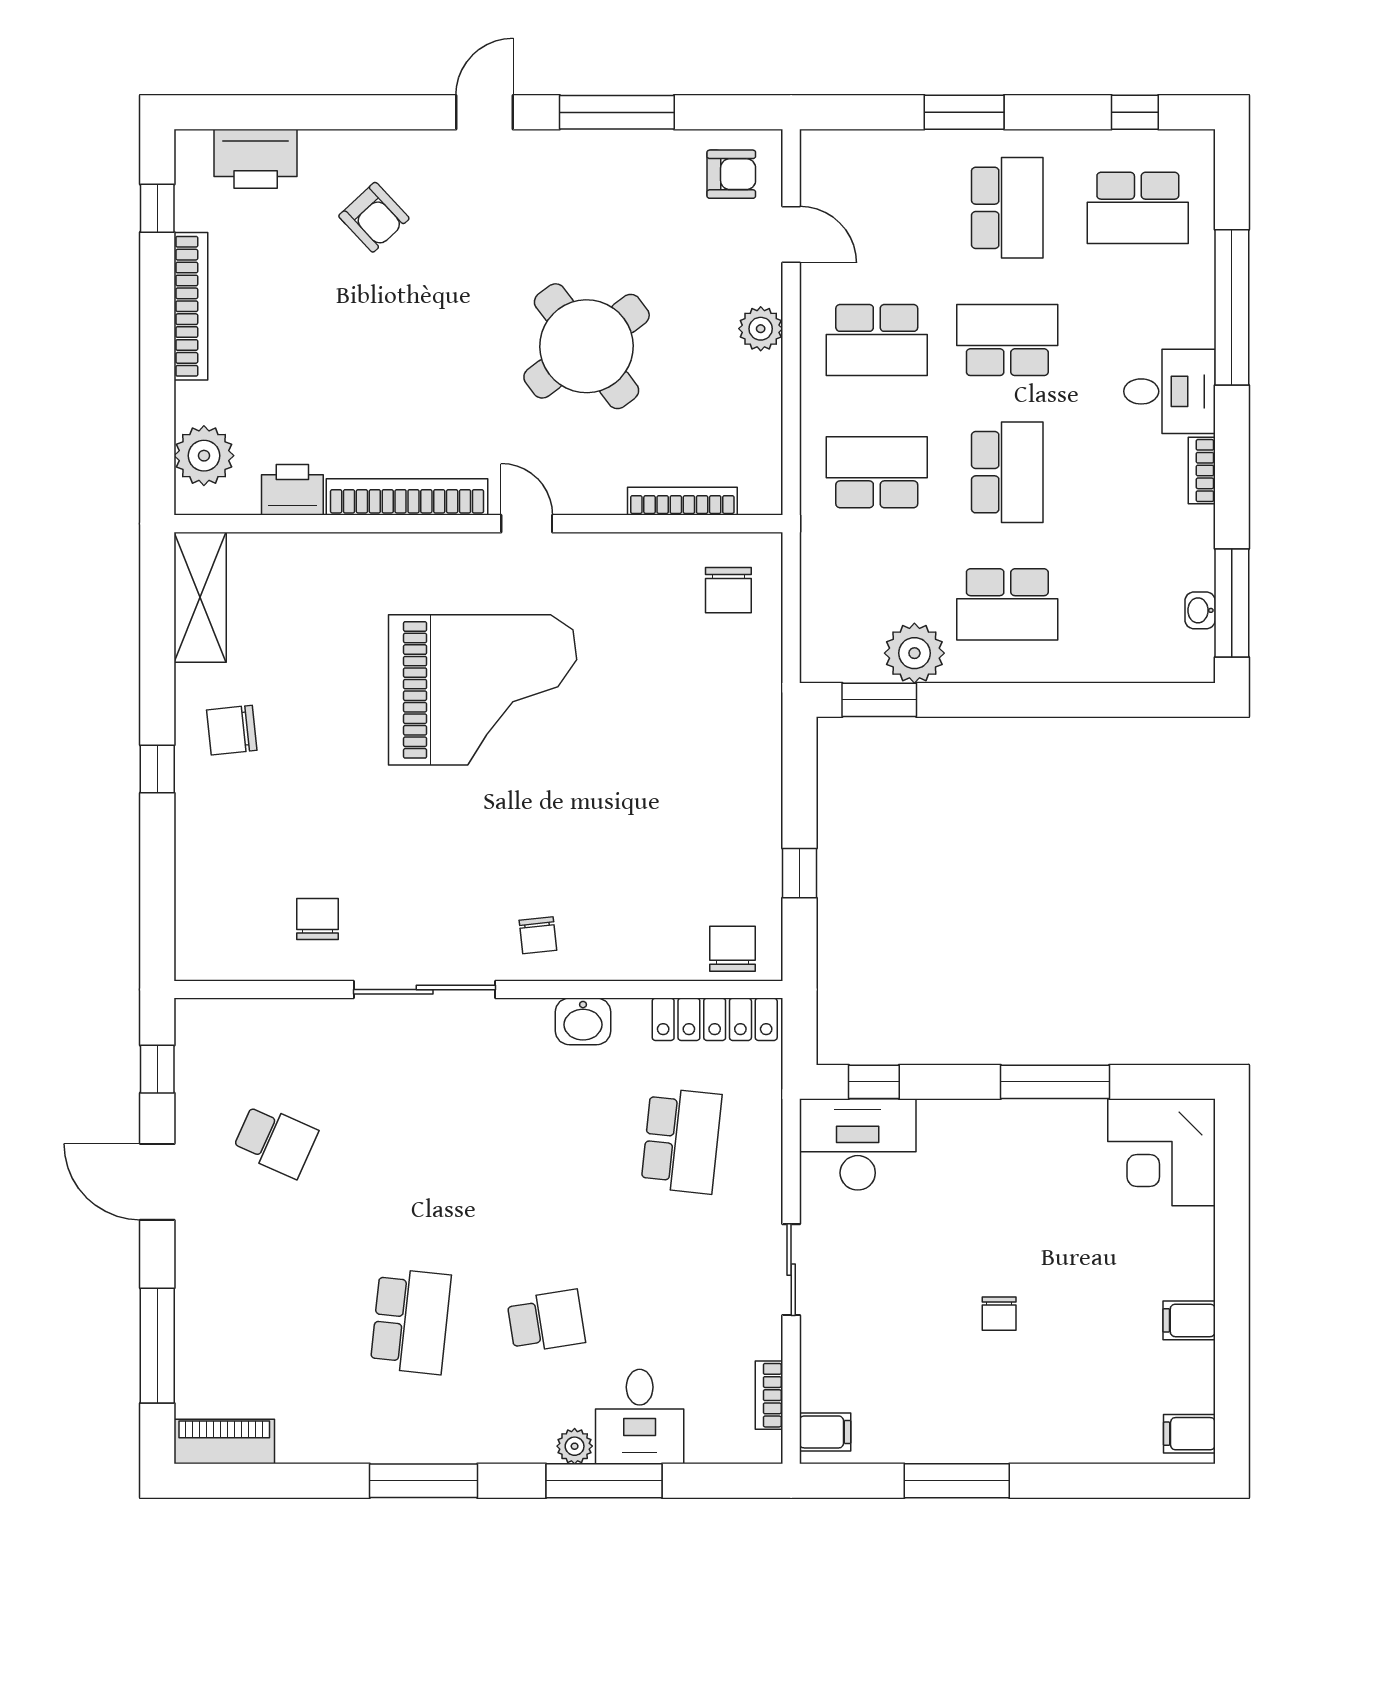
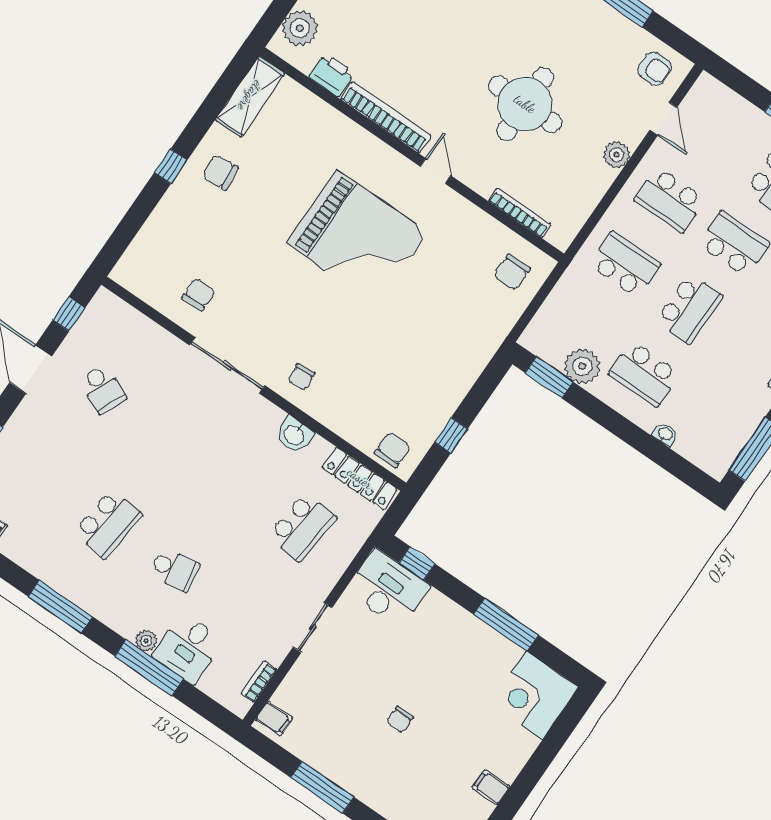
round table: (587, 346) -> (525, 104), turned 37
washbasin: (1200, 610) -> (665, 434), moved, turned 90

